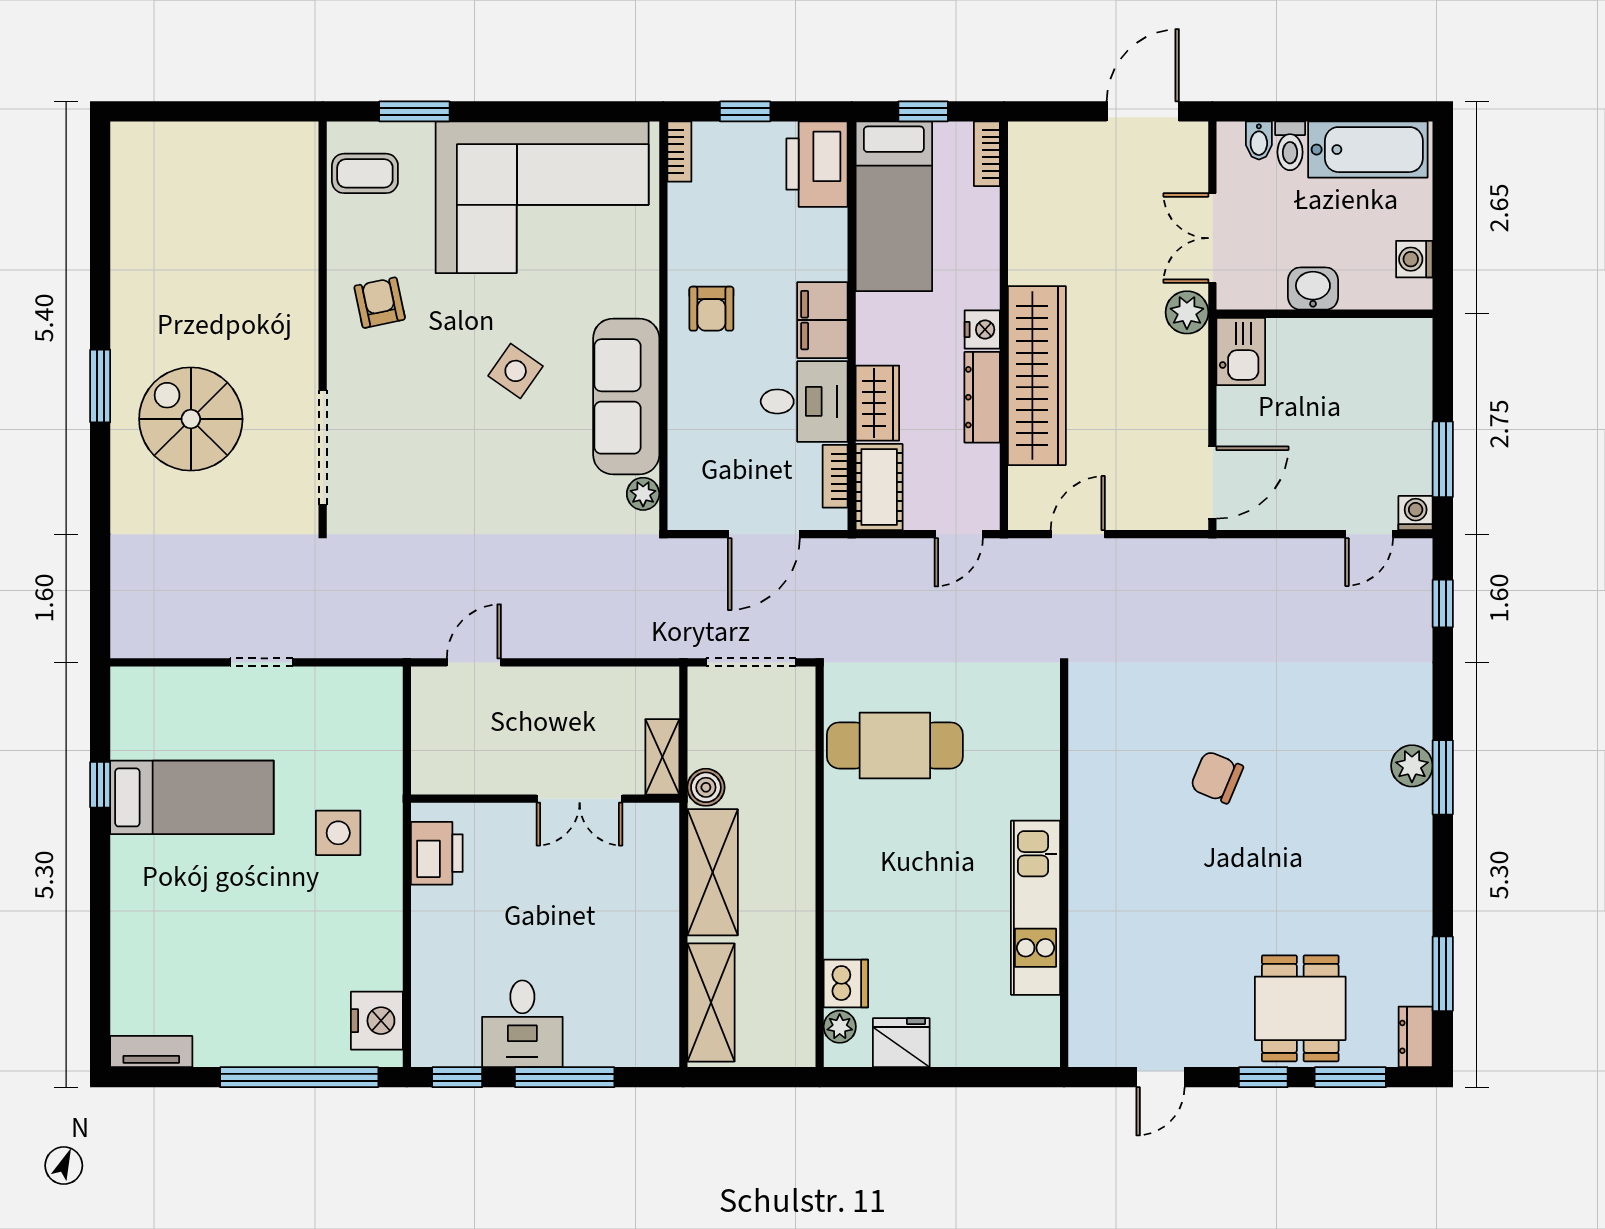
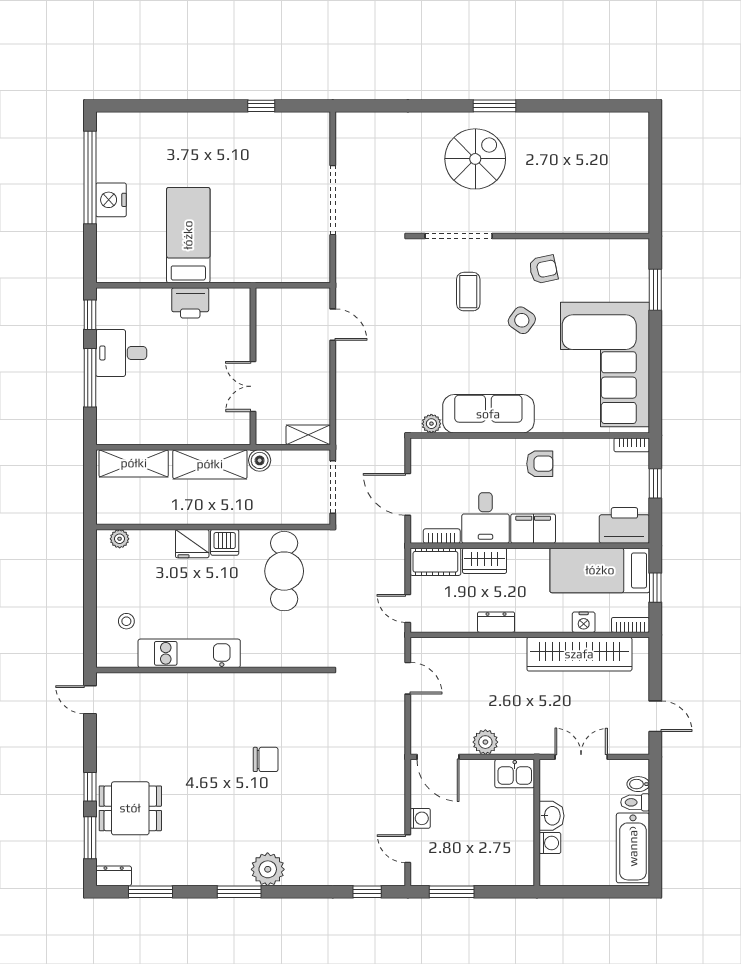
door: (1143, 111) -> (655, 716), width x0.73
coffee table: (365, 173) -> (468, 292), moved
washing machine: (1414, 259) -> (550, 843), moved, turned 90
armchair: (711, 309) -> (540, 464), turned 180
plant: (1187, 312) -> (485, 742), moved
nightstand: (982, 330) -> (584, 622), moved
side table: (516, 371) -> (522, 320), moved
wardrobe: (1037, 376) -> (579, 654), moved
dresser: (982, 397) -> (496, 622), width x0.70
washing machine: (1416, 513) -> (420, 818), moved
doorway: (261, 662) -> (333, 200), width x1.88
shelving: (662, 757) -> (308, 435), moved
plant: (1412, 766) -> (268, 869), width x1.36, depth x1.36
chair: (1217, 777) -> (266, 759), turned 67
window: (1443, 777) -> (239, 892), moved
bed: (192, 797) -> (188, 235), moved, turned 180
side table: (338, 833) -> (233, 245), removed
printer: (437, 853) -> (190, 303), moved
dishwasher: (846, 984) -> (225, 542), moved
stool: (981, 1015) -> (126, 621), added
nightstand: (377, 1021) -> (111, 200), moved, turned 90
fridge: (901, 1043) -> (192, 544), moved, turned 90
tv unit: (151, 1052) -> (105, 136), removed
window: (299, 1077) -> (90, 177), moved
door: (1160, 1077) -> (90, 700), moved

